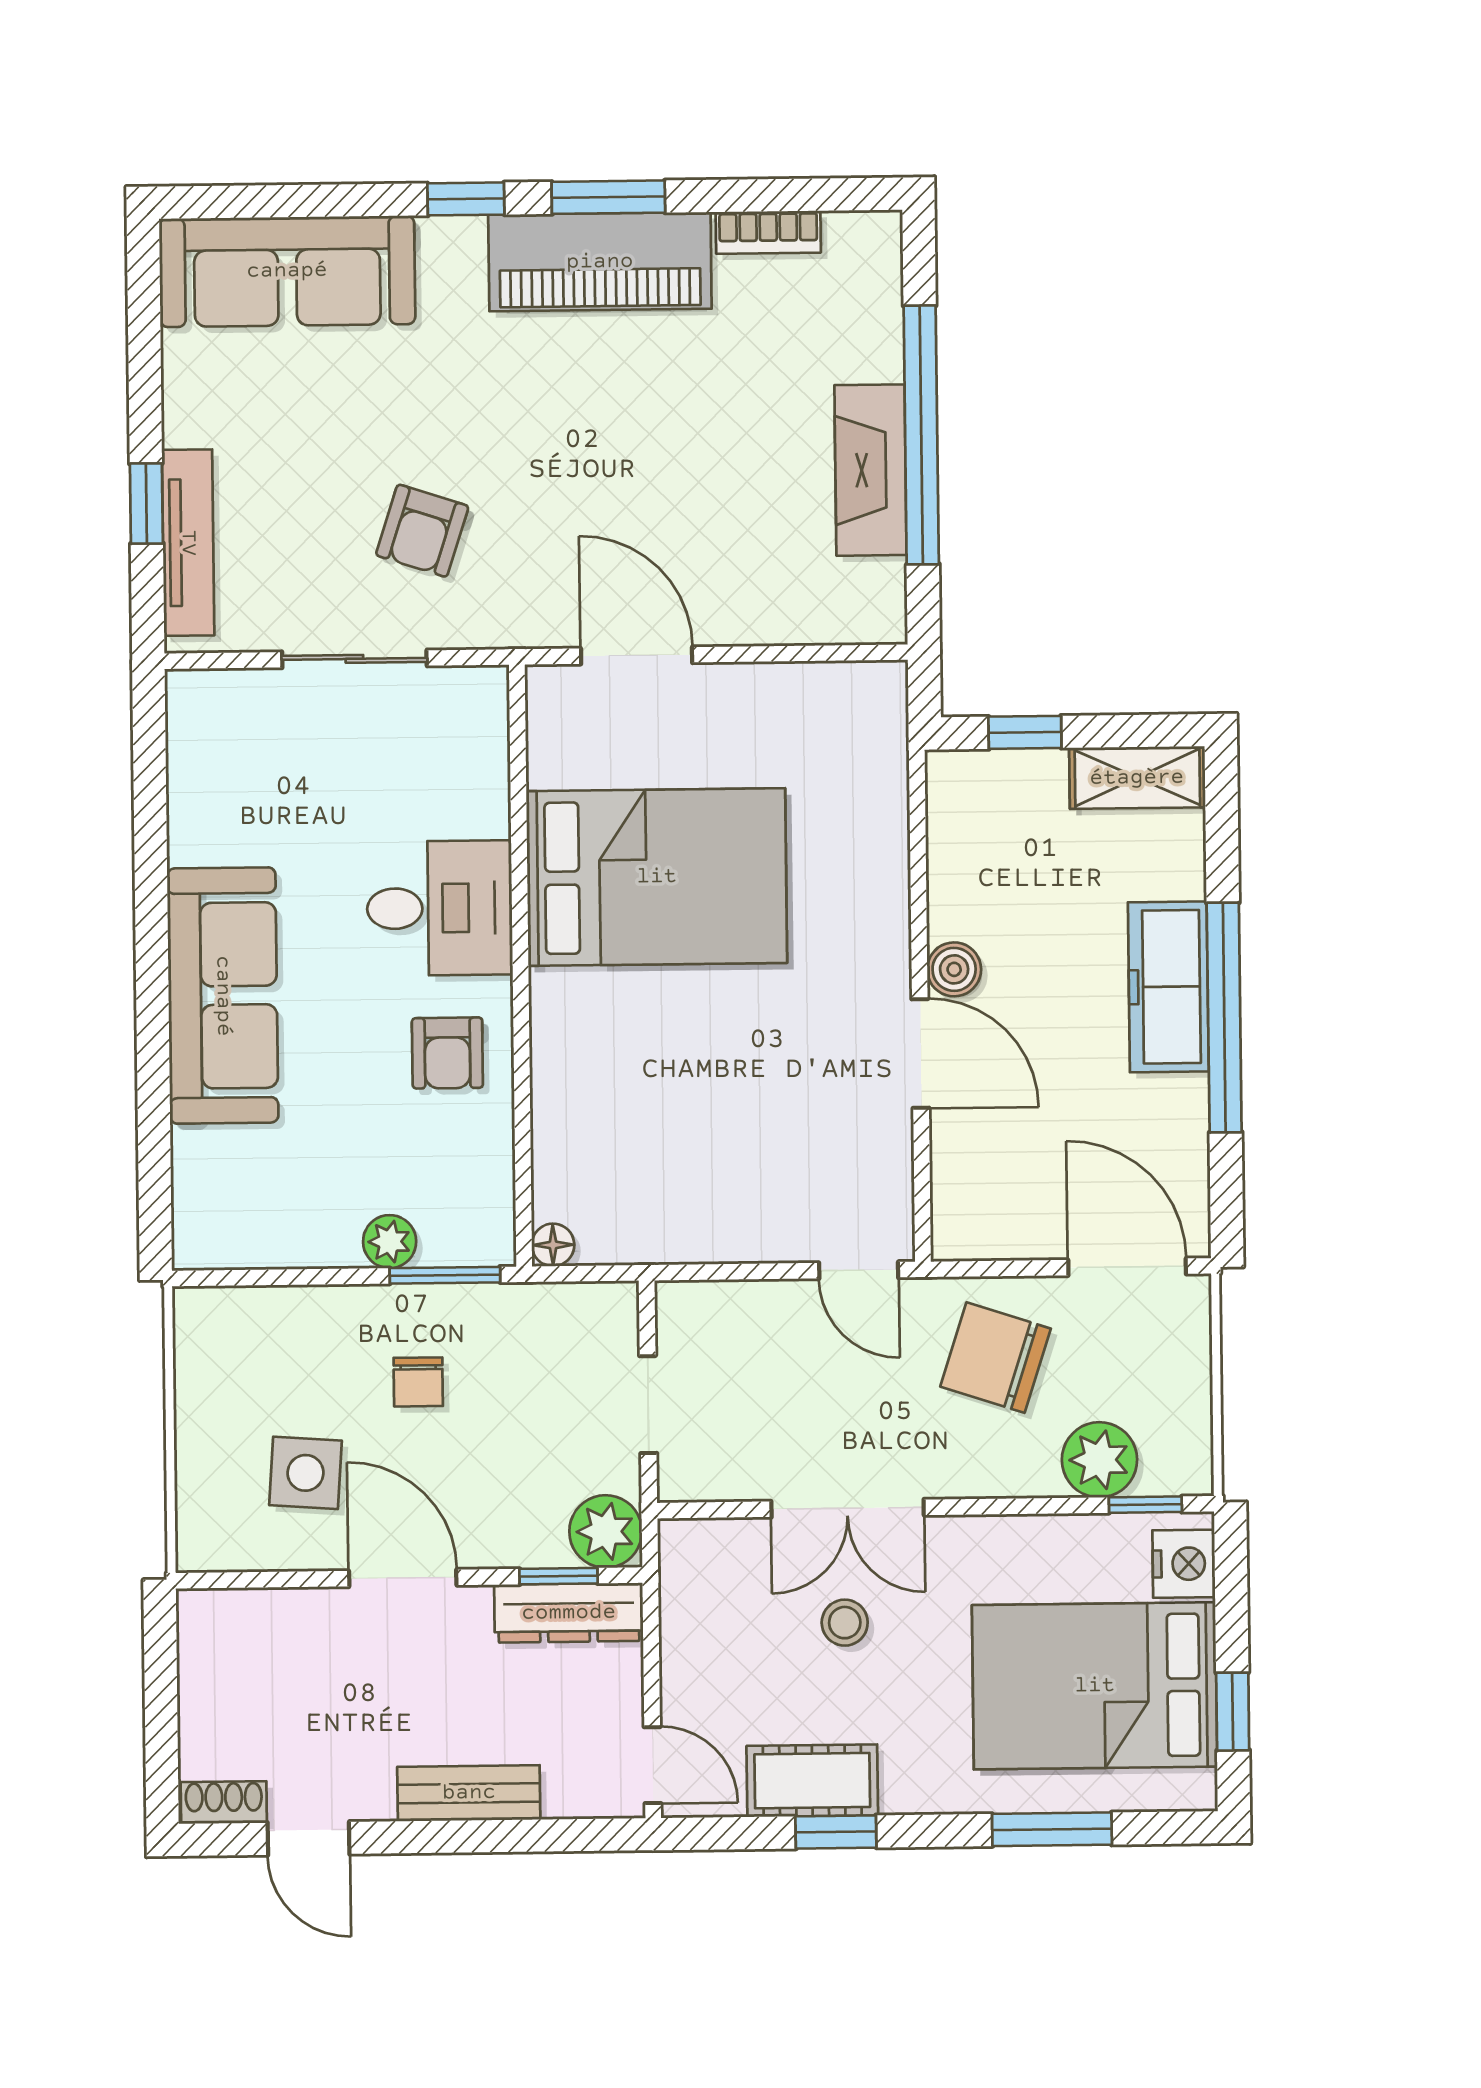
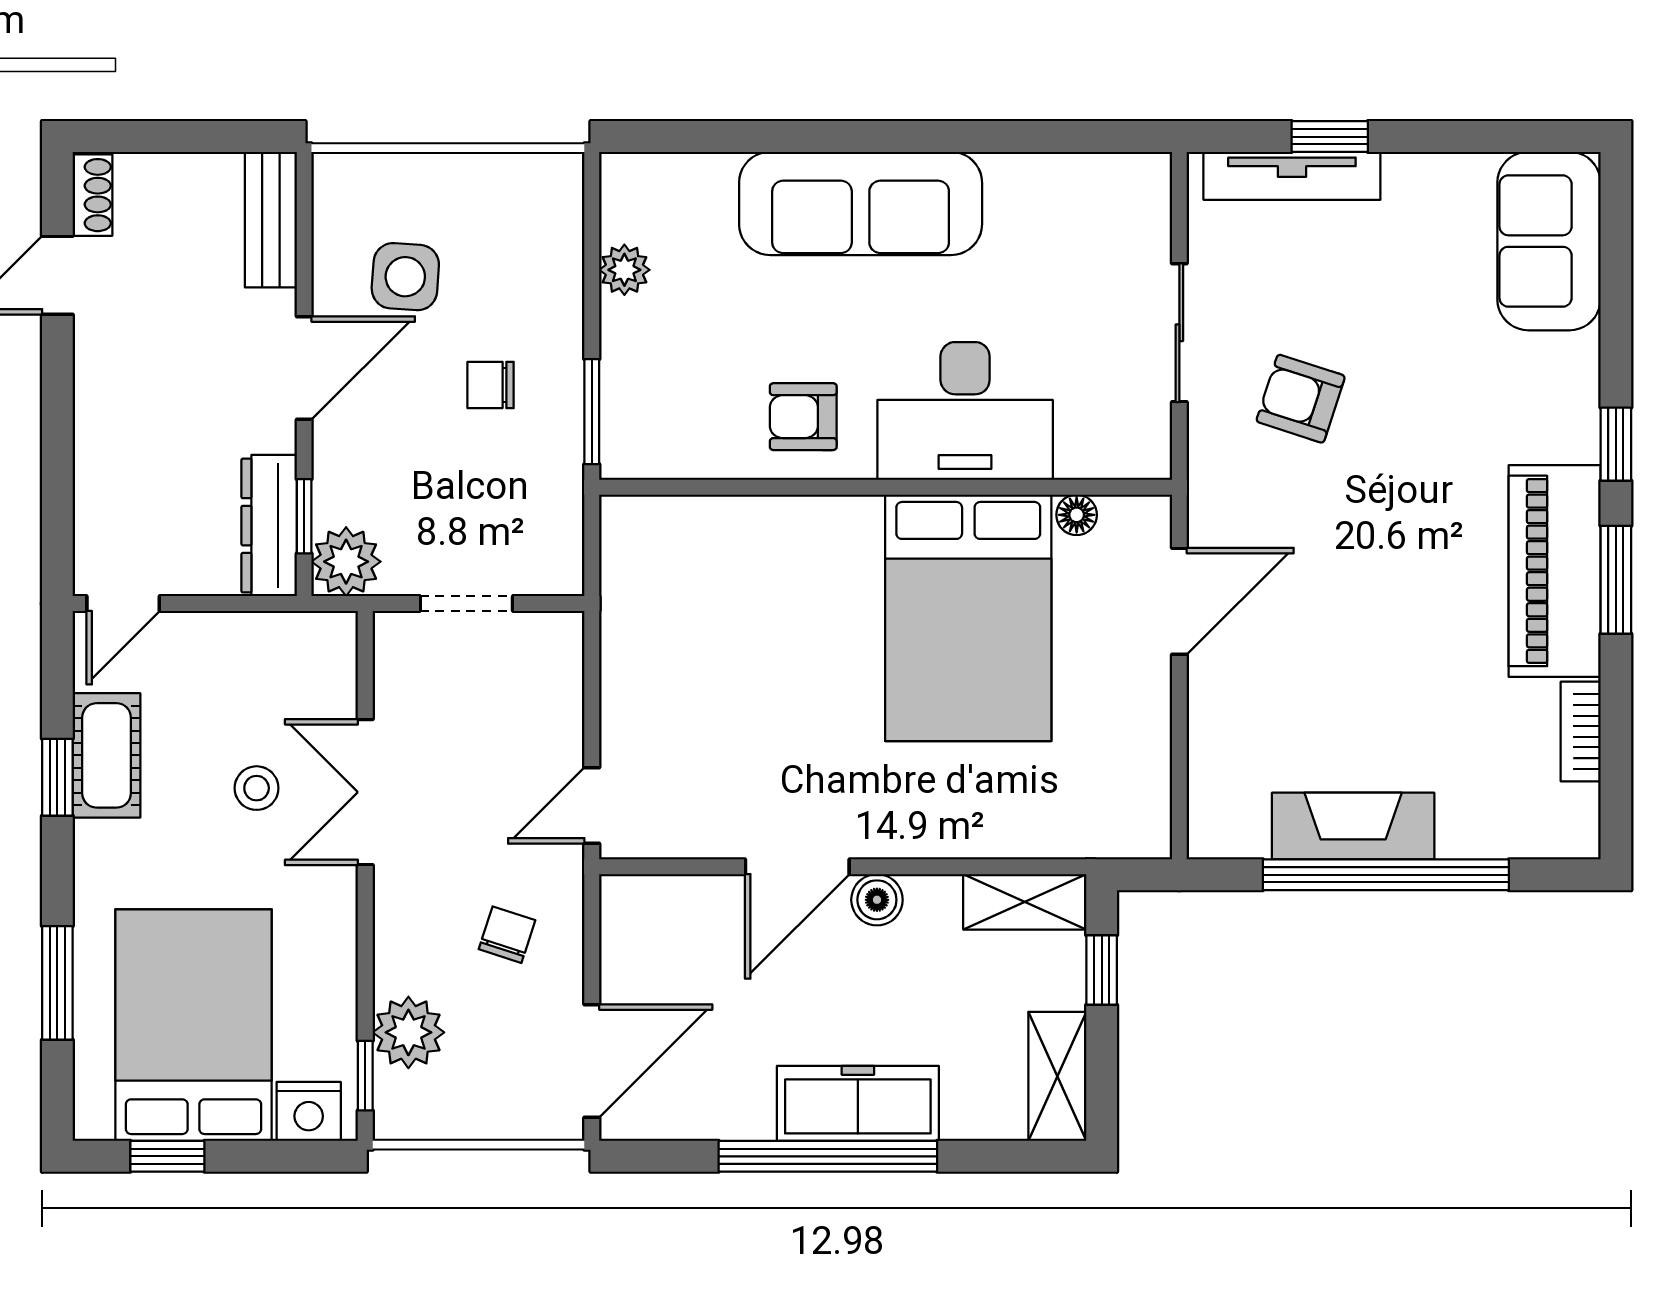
sofa: (287, 271) -> (1549, 241), width x0.73
shelving: (954, 814) -> (1025, 902), added
desk: (440, 908) -> (965, 411), width x1.37
plant: (390, 1242) -> (624, 270), moved
floor lamp: (553, 1245) -> (1077, 515), moved
chair: (996, 1358) -> (507, 935), width x0.54, depth x0.54
bench: (469, 1793) -> (271, 220), moved

